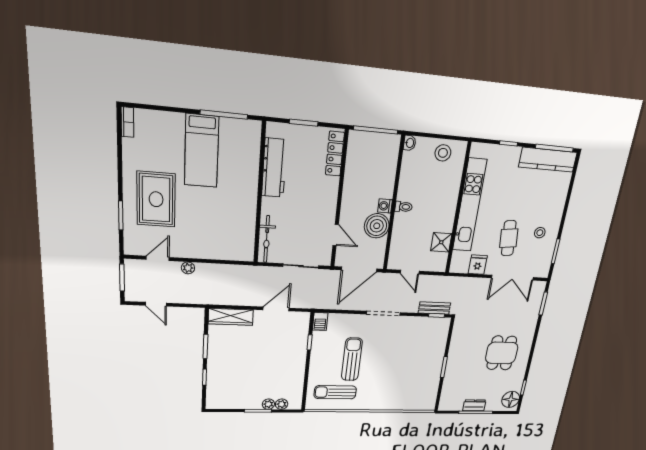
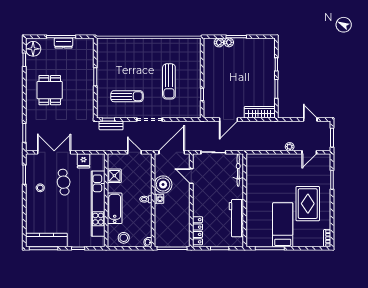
bathtub: (448, 197) -> (115, 208), added
rug: (156, 199) -> (308, 204), moved
barbecue: (320, 321) -> (196, 111), removed
sun lounger: (335, 392) -> (127, 96), moved

